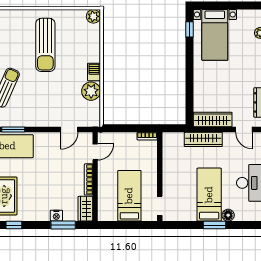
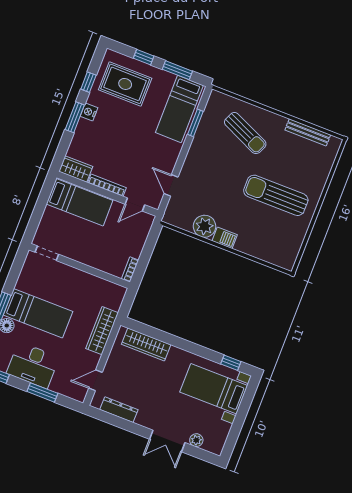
plant: (93, 16) -> (287, 261), removed
wardrobe: (213, 119) -> (146, 344), moved, turned 90
door: (95, 152) -> (135, 205), hinge flipped
bed: (129, 196) -> (80, 202), moved
nightstand: (56, 216) -> (89, 112), moved
window: (63, 225) -> (75, 117), moved

